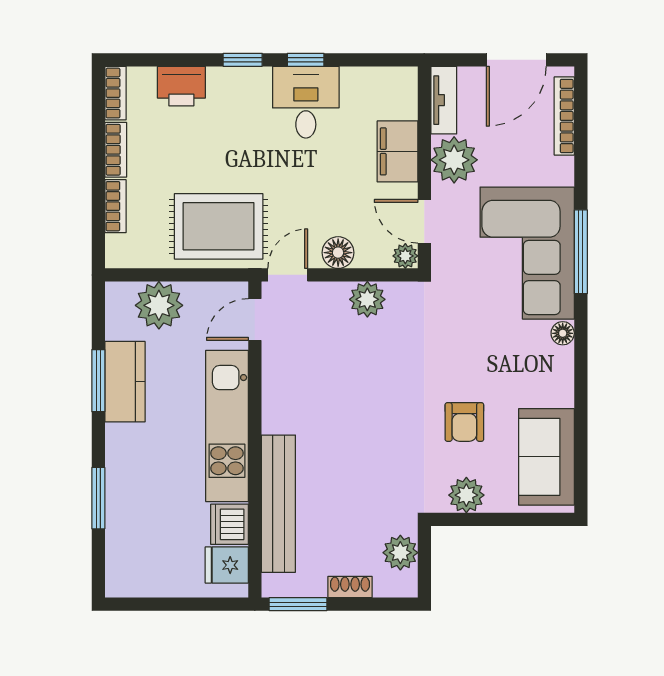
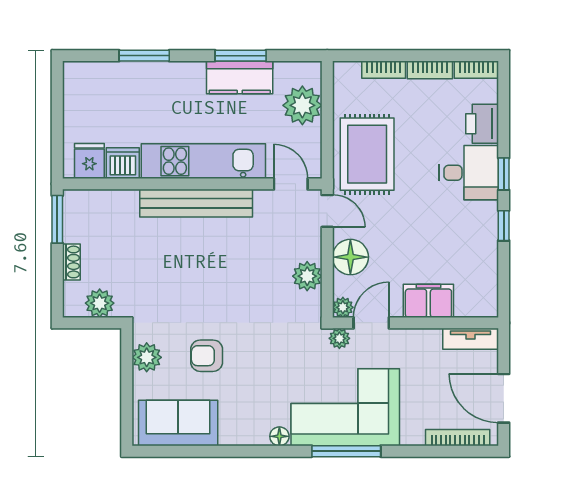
desk: (306, 102) -> (469, 173), moved
plant: (454, 160) -> (339, 338), moved, width x0.53, depth x0.53
floor lamp: (338, 253) -> (350, 257), width x1.38, depth x1.38
bench: (278, 504) -> (196, 203), moved

